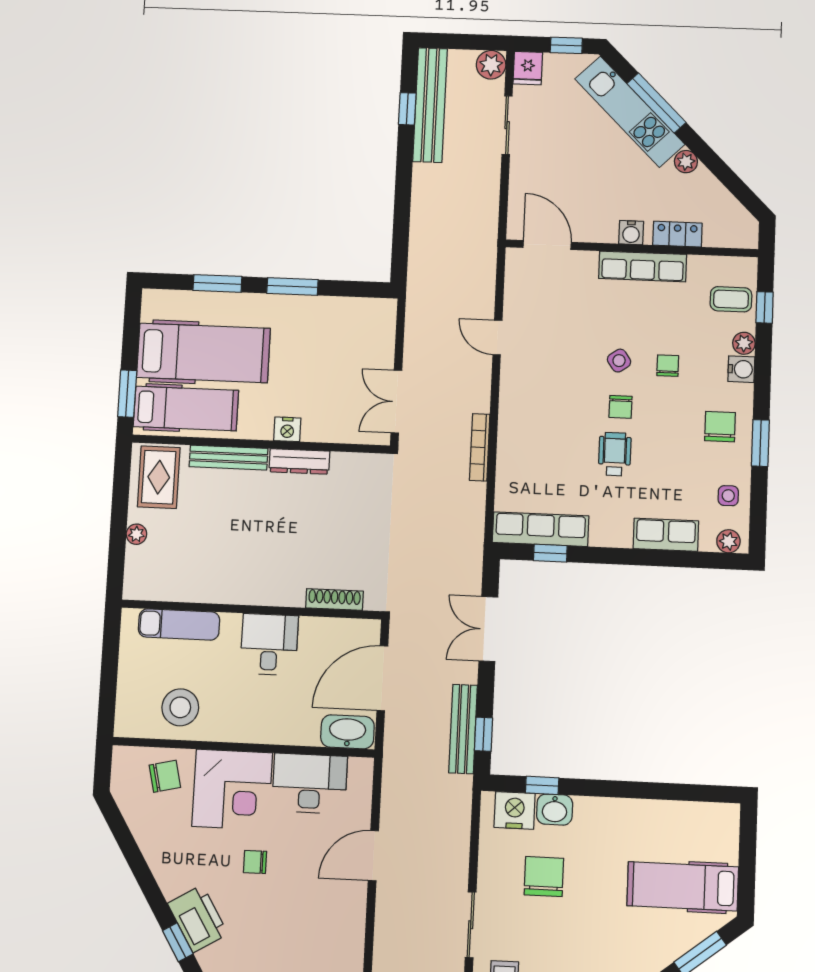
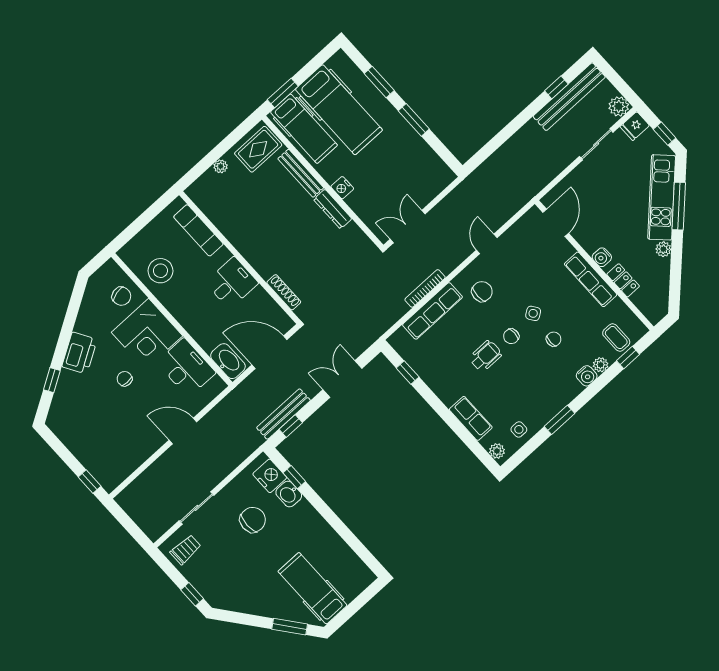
chair: (720, 427) -> (482, 292), moved
row of seats: (541, 529) -> (433, 311), moved, turned 90
printer: (198, 919) -> (80, 353), moved

